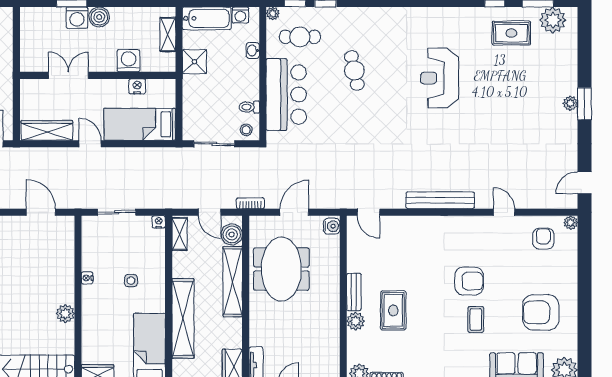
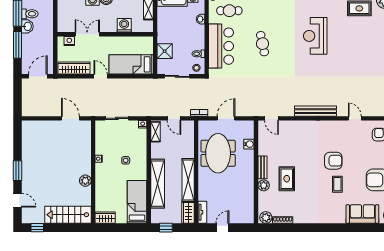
shower: (194, 62) -> (165, 51), moved
cafe table: (354, 70) -> (263, 44), moved
nightstand: (137, 86) -> (69, 41), moved
water cooler: (332, 226) -> (249, 144), moved
boiler: (232, 234) -> (188, 132), removed
shelving: (233, 282) -> (188, 180), moved

